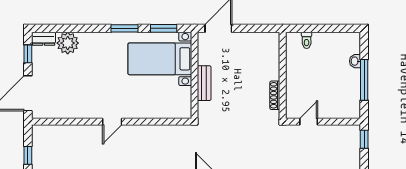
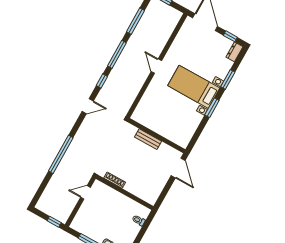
window: (164, 28) -> (228, 79), moved
plant: (68, 43) -> (223, 66), removed
bed with nightstands: (160, 59) -> (194, 87), moved, turned -90
door: (309, 122) -> (85, 192), swing flipped

